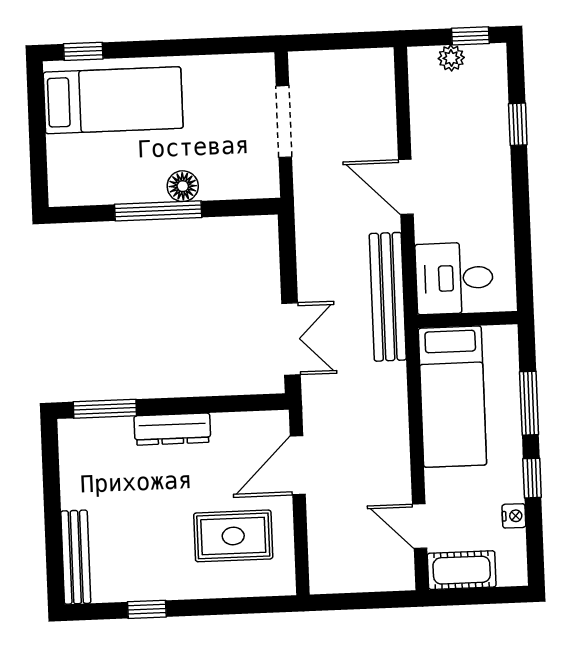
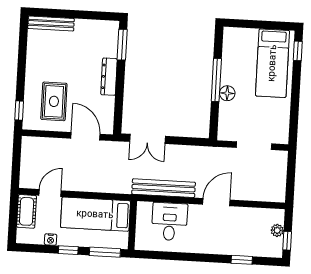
wall: (468, 320) -> (132, 225), moved
bed: (452, 397) -> (95, 214), moved
window: (147, 609) -> (19, 110), moved

